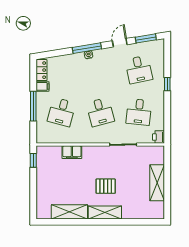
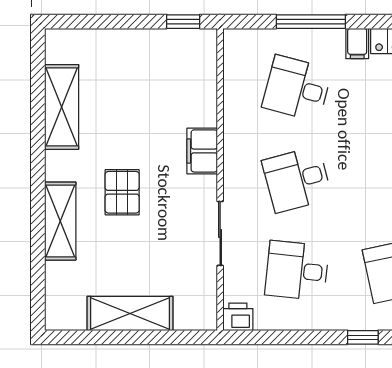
filing cabinet: (72, 152) -> (202, 151), moved
shelving: (105, 212) -> (60, 221), moved

